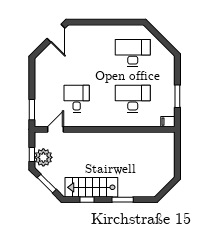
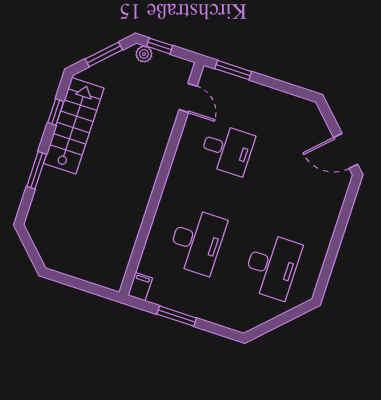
plant: (43, 157) -> (144, 54), width x0.53, depth x0.53

